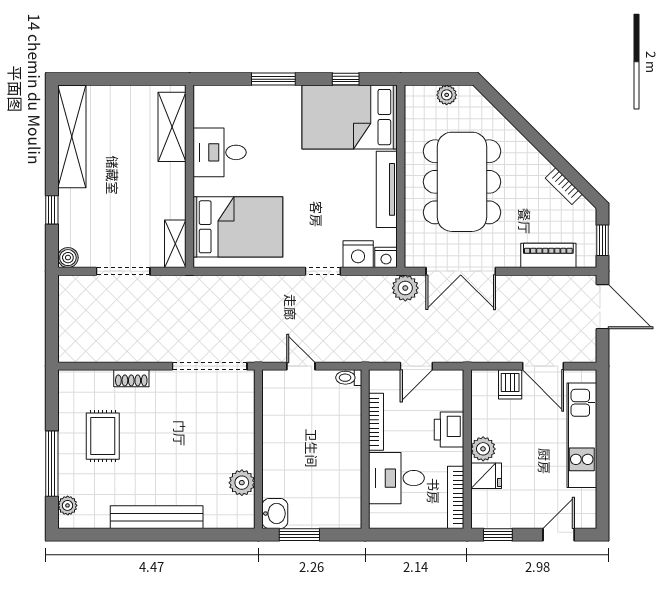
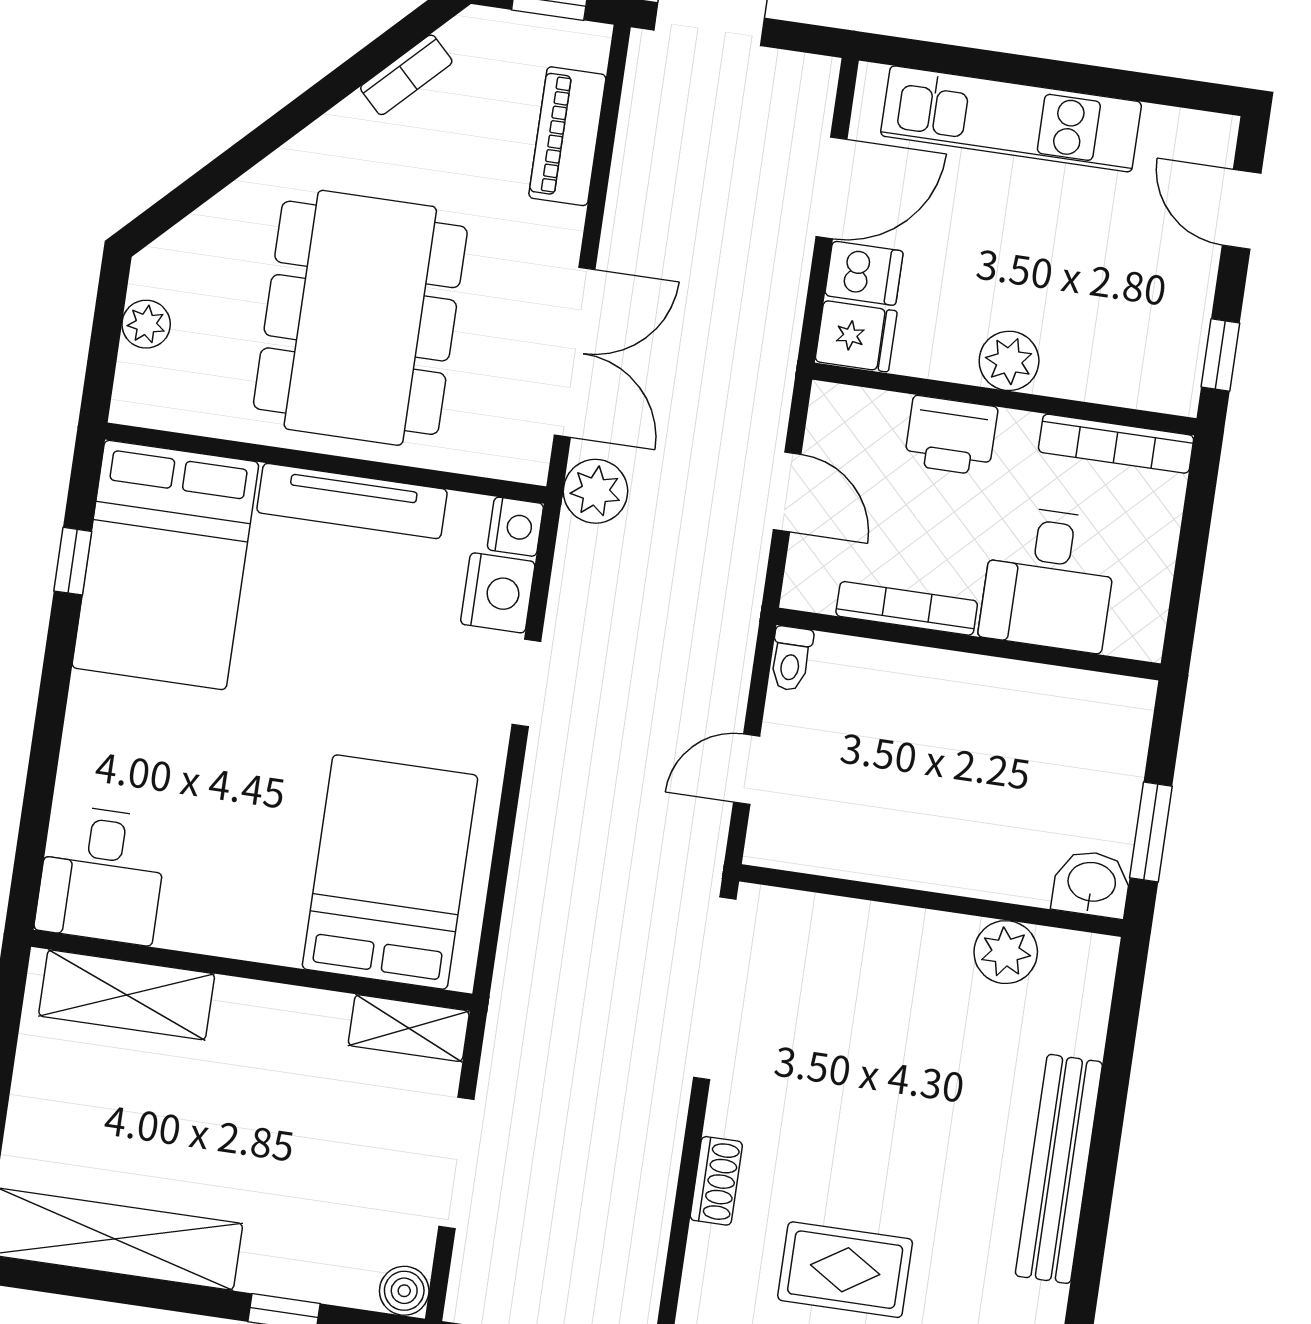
window: (273, 79) -> (47, 735), removed
desk: (220, 152) -> (102, 875), moved
dining table: (462, 182) -> (360, 318), turned 90
fridge: (486, 476) -> (856, 336), moved, turned 90

